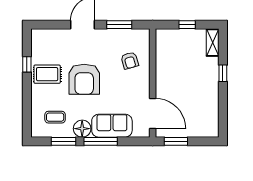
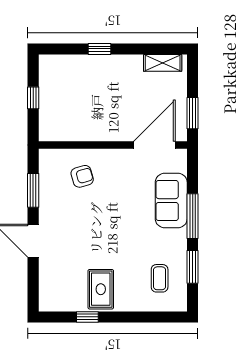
shelving: (213, 43) -> (163, 63), moved
armchair: (84, 79) -> (108, 238), removed
floor lamp: (82, 129) -> (175, 241), removed

